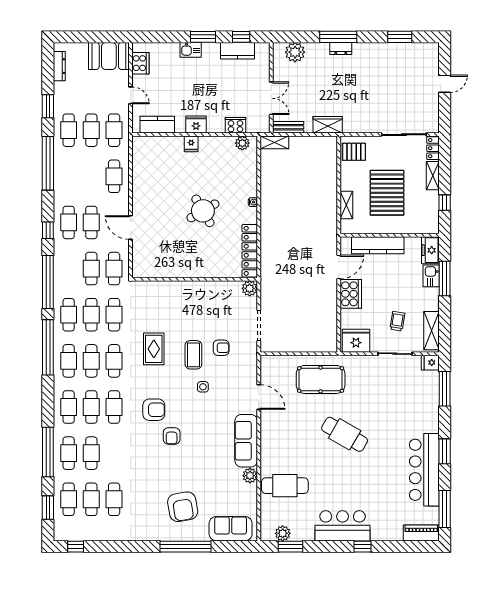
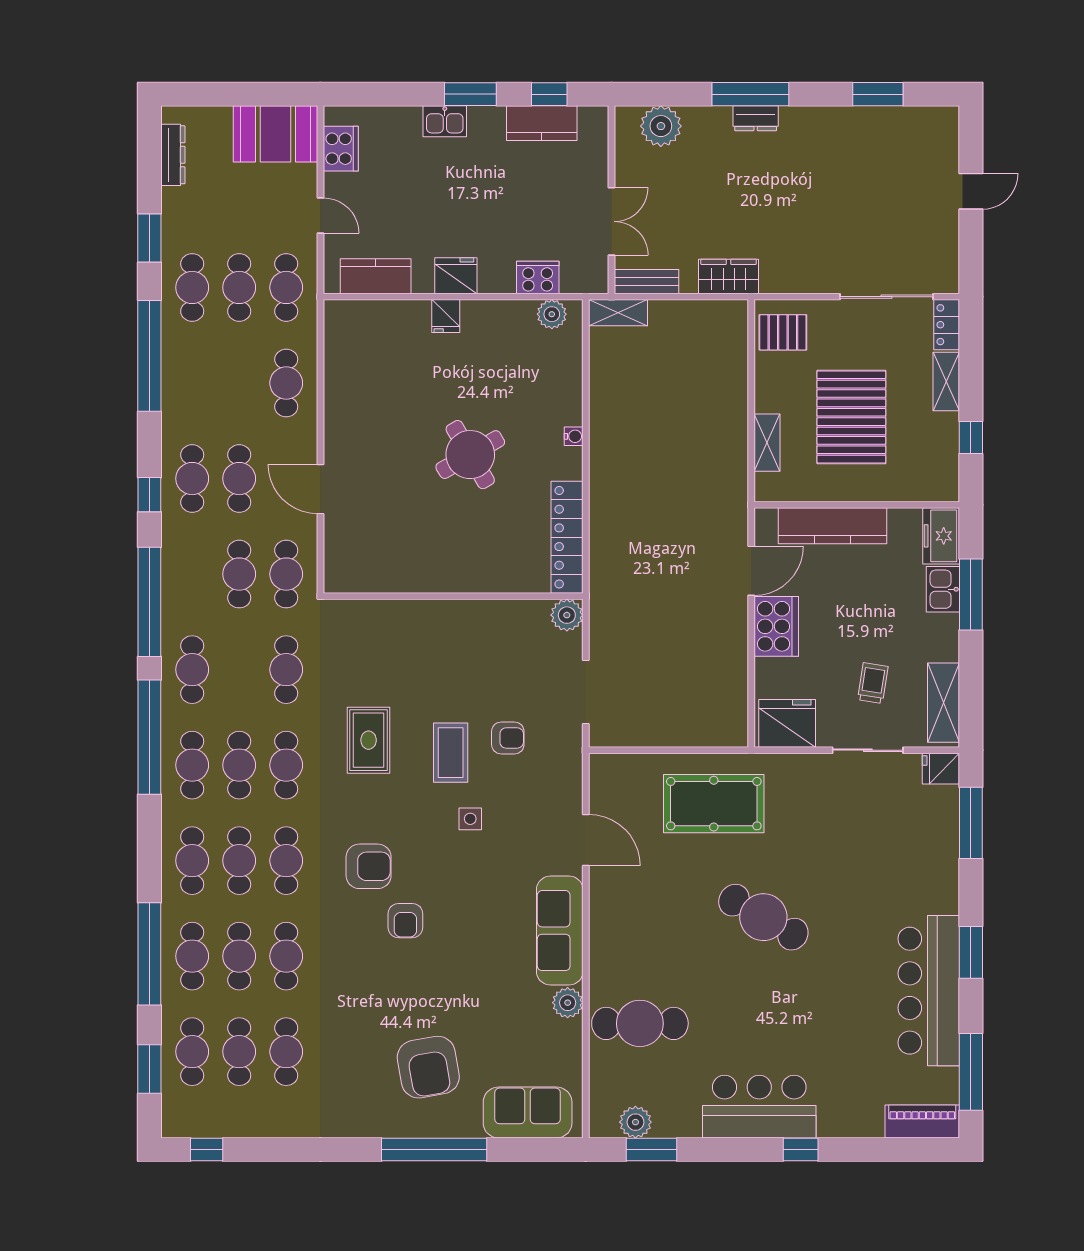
cafe table: (91, 315) -> (286, 956), moved

